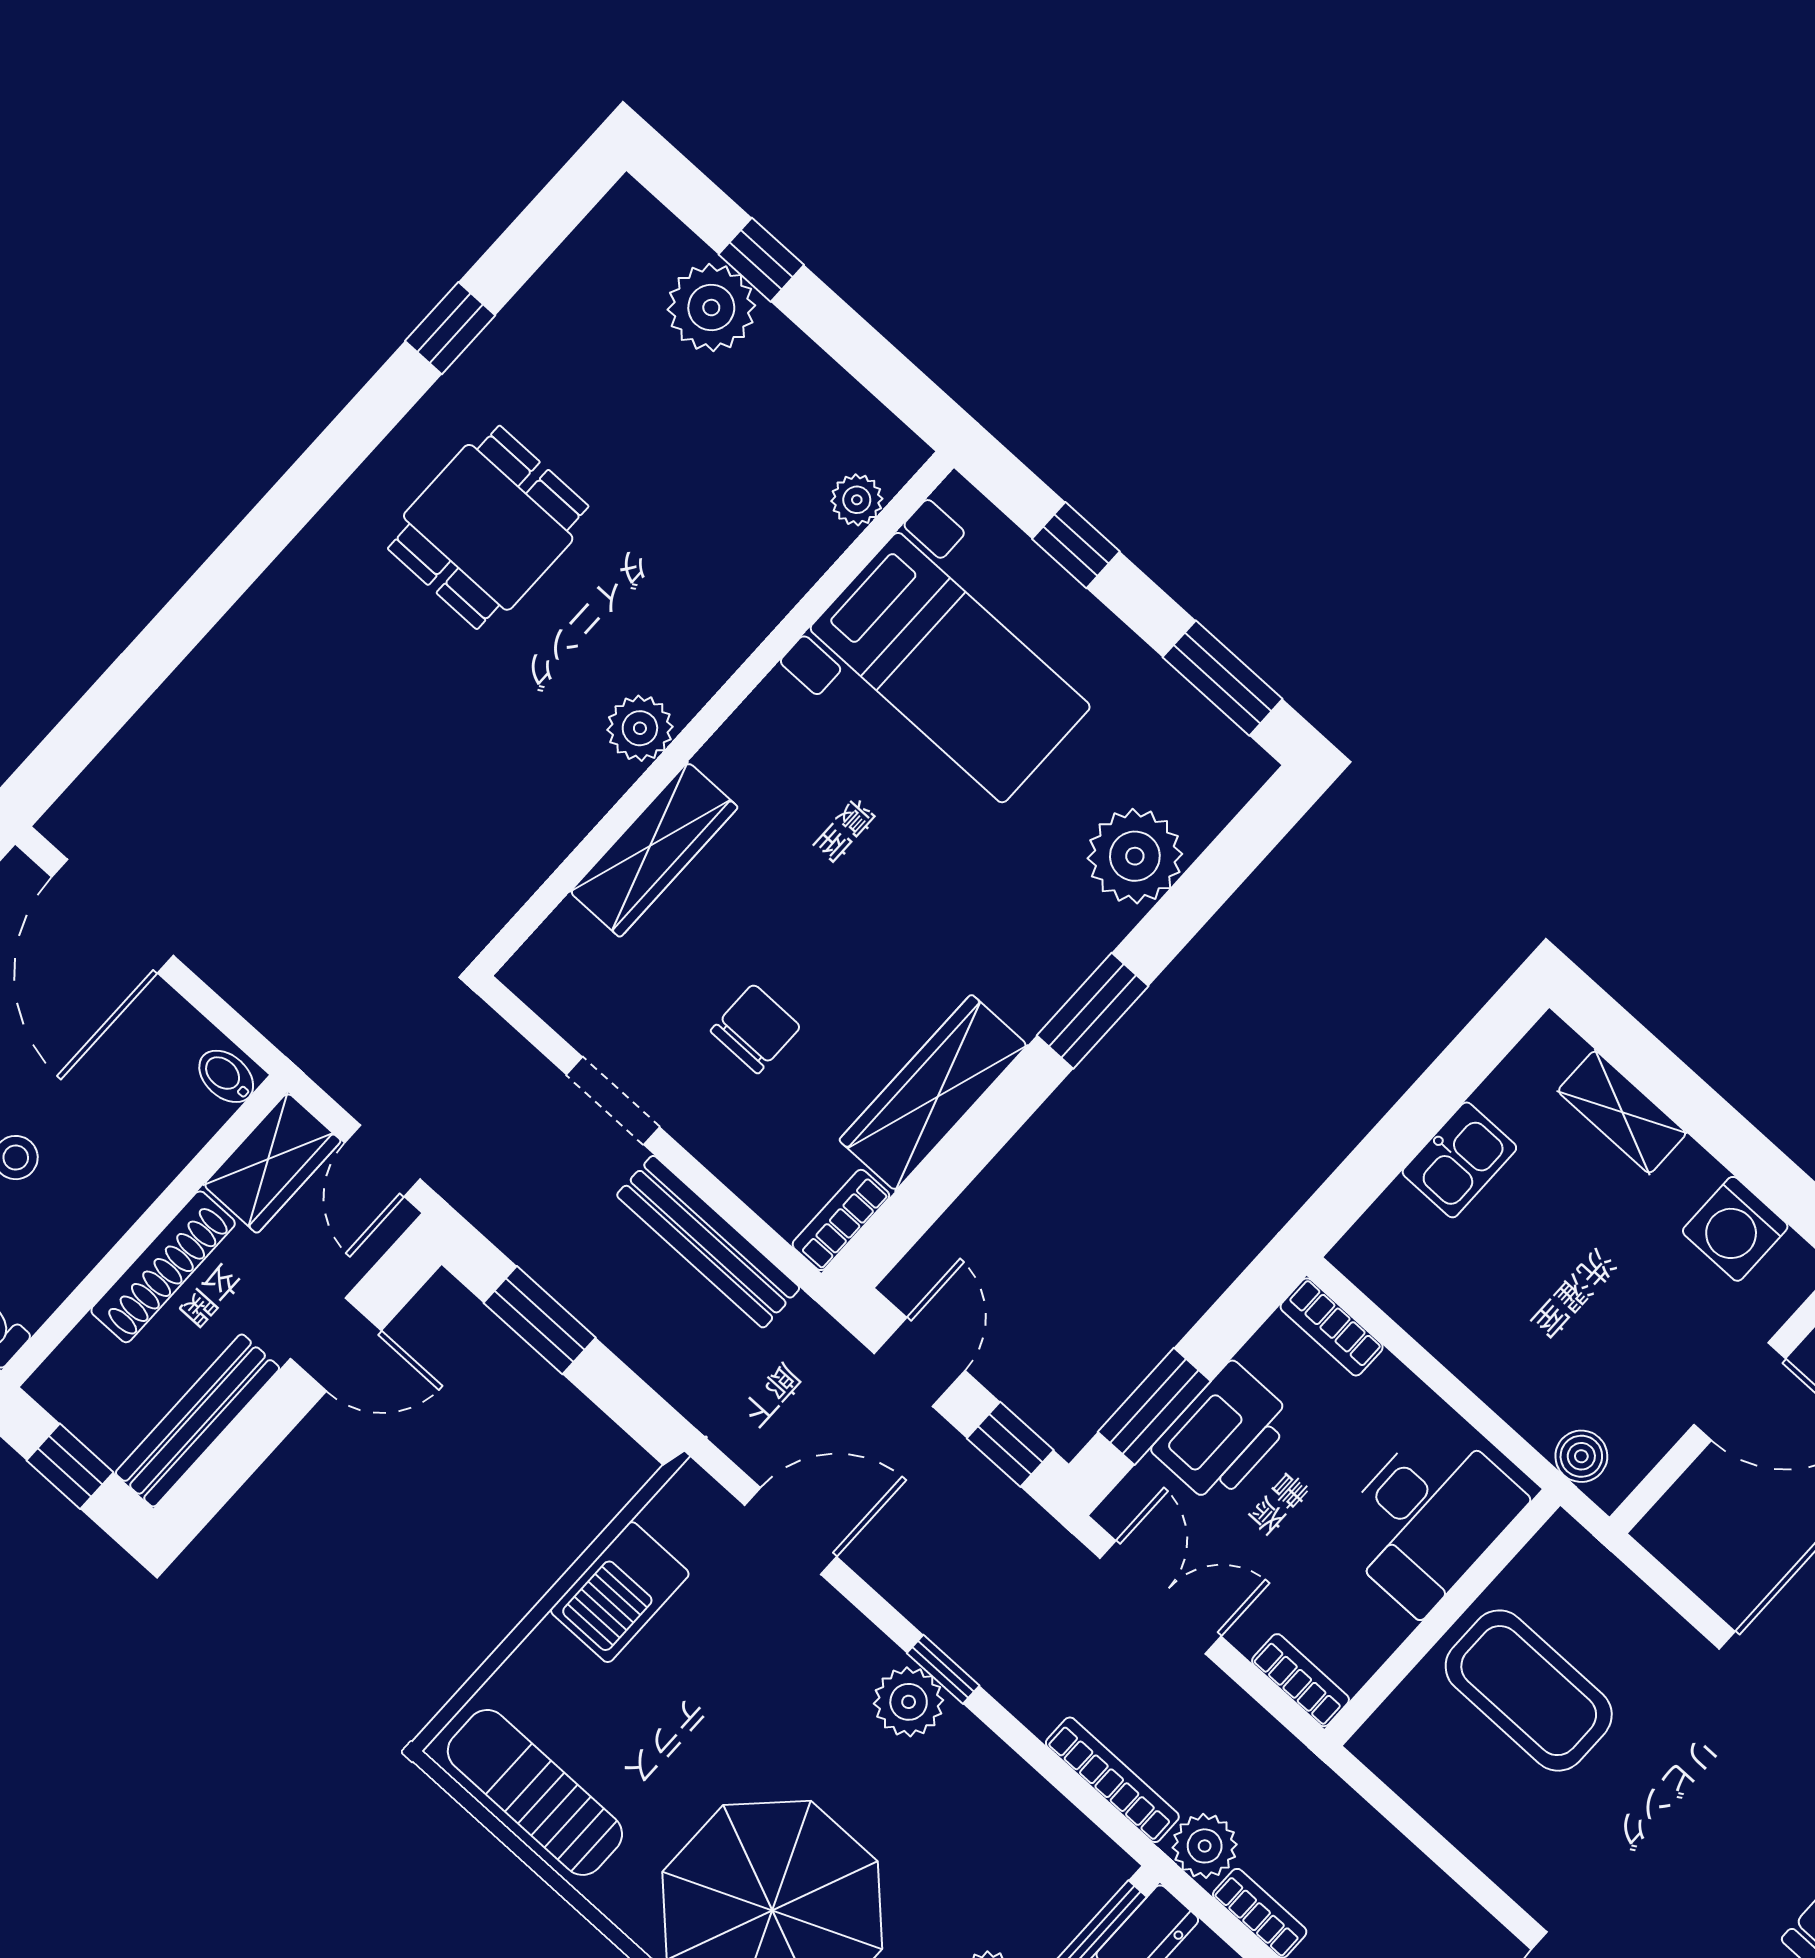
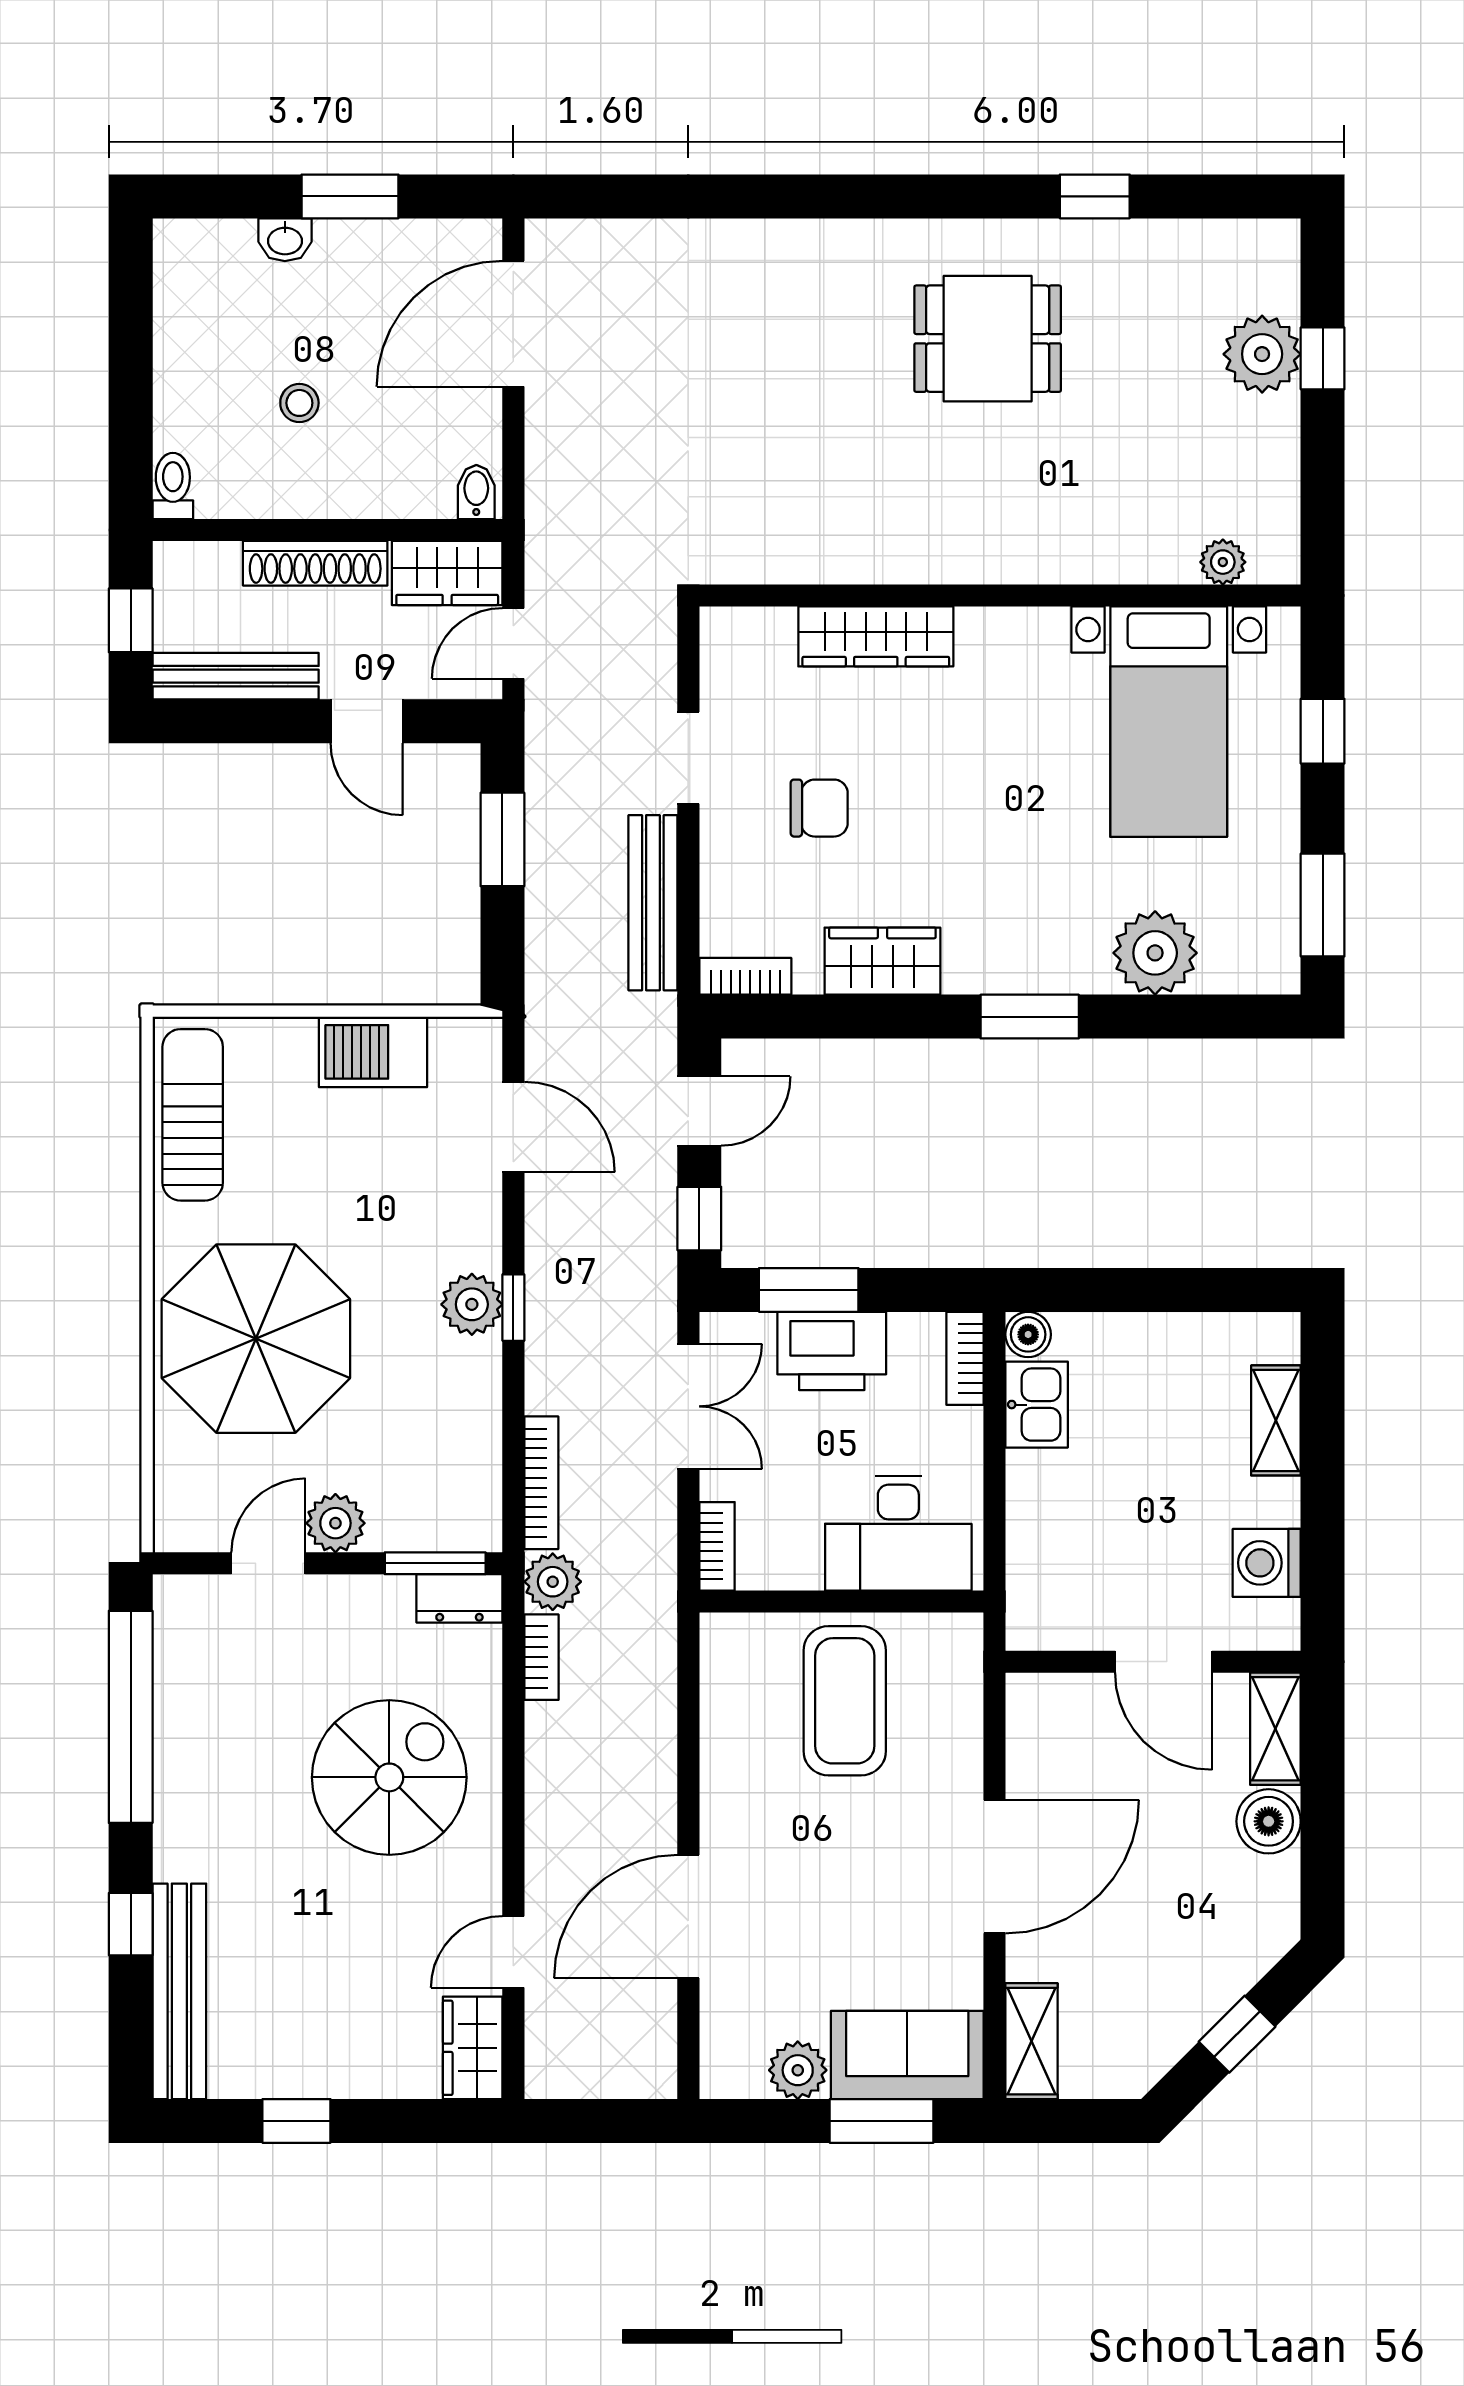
plant: (640, 728) -> (946, 556), removed
wardrobe: (933, 1093) -> (882, 961), width x0.67
kitchen sink: (1459, 1160) -> (1037, 1405), moved, turned -90
boiler: (1581, 1456) -> (1028, 1334), moved

